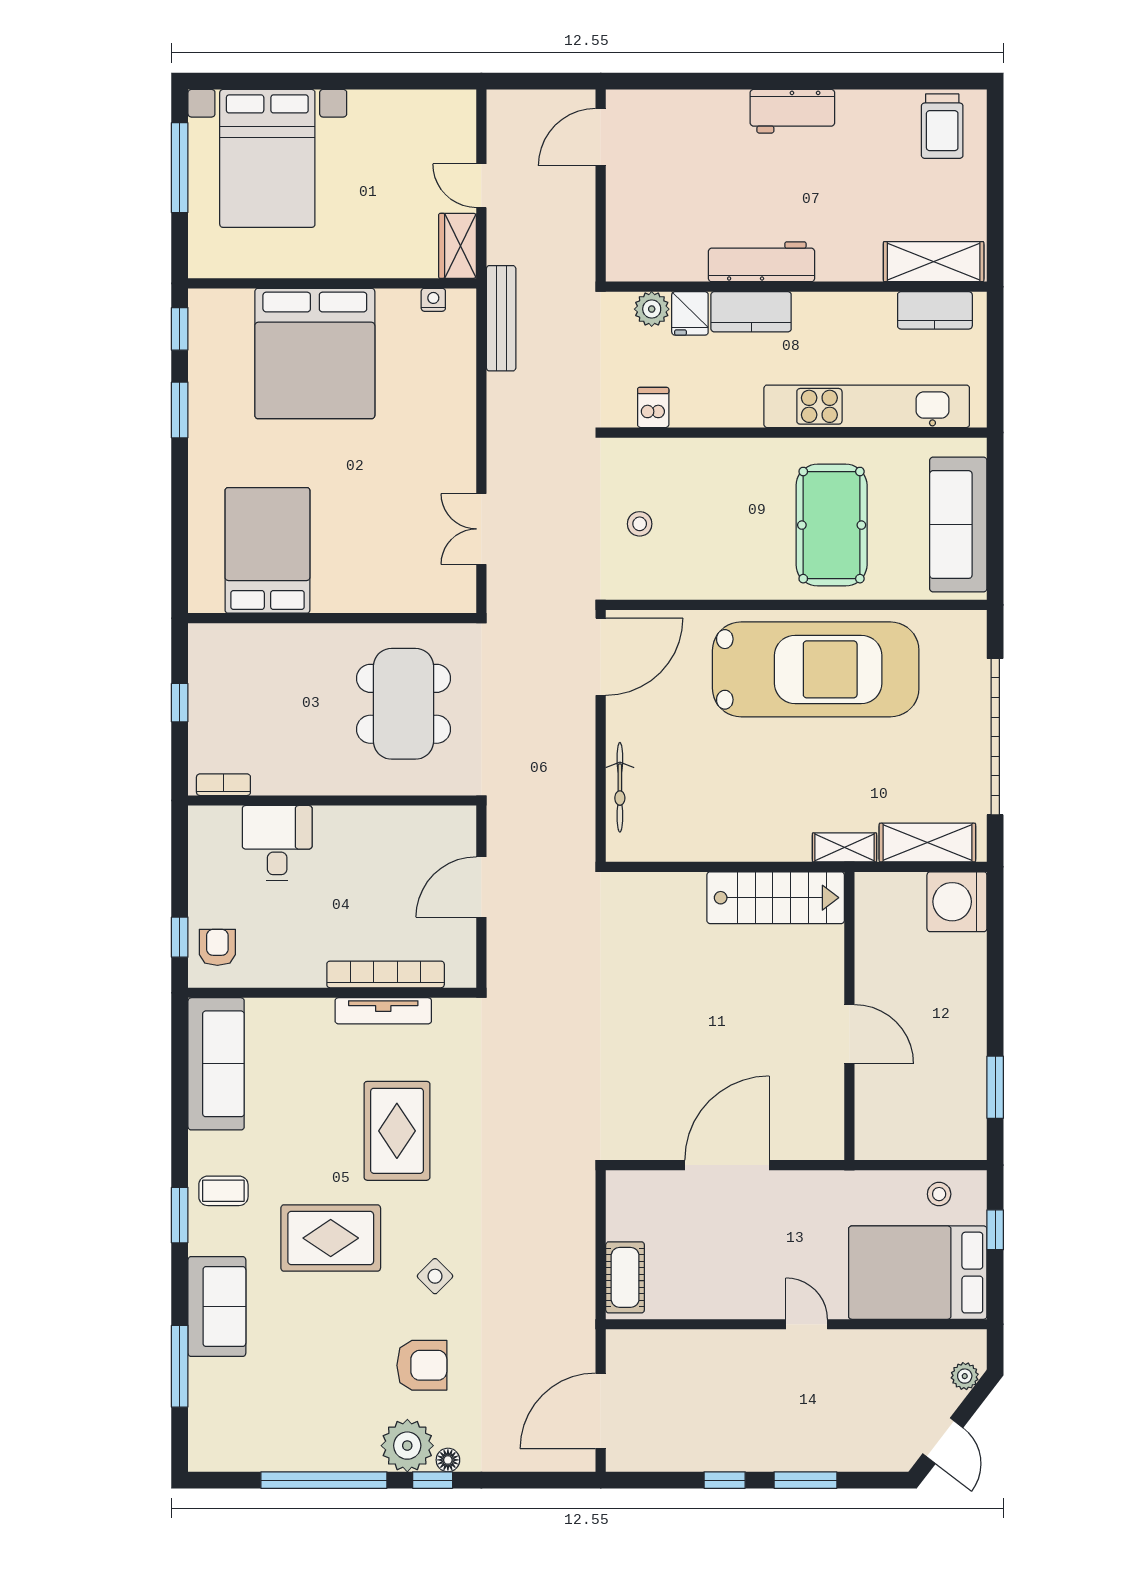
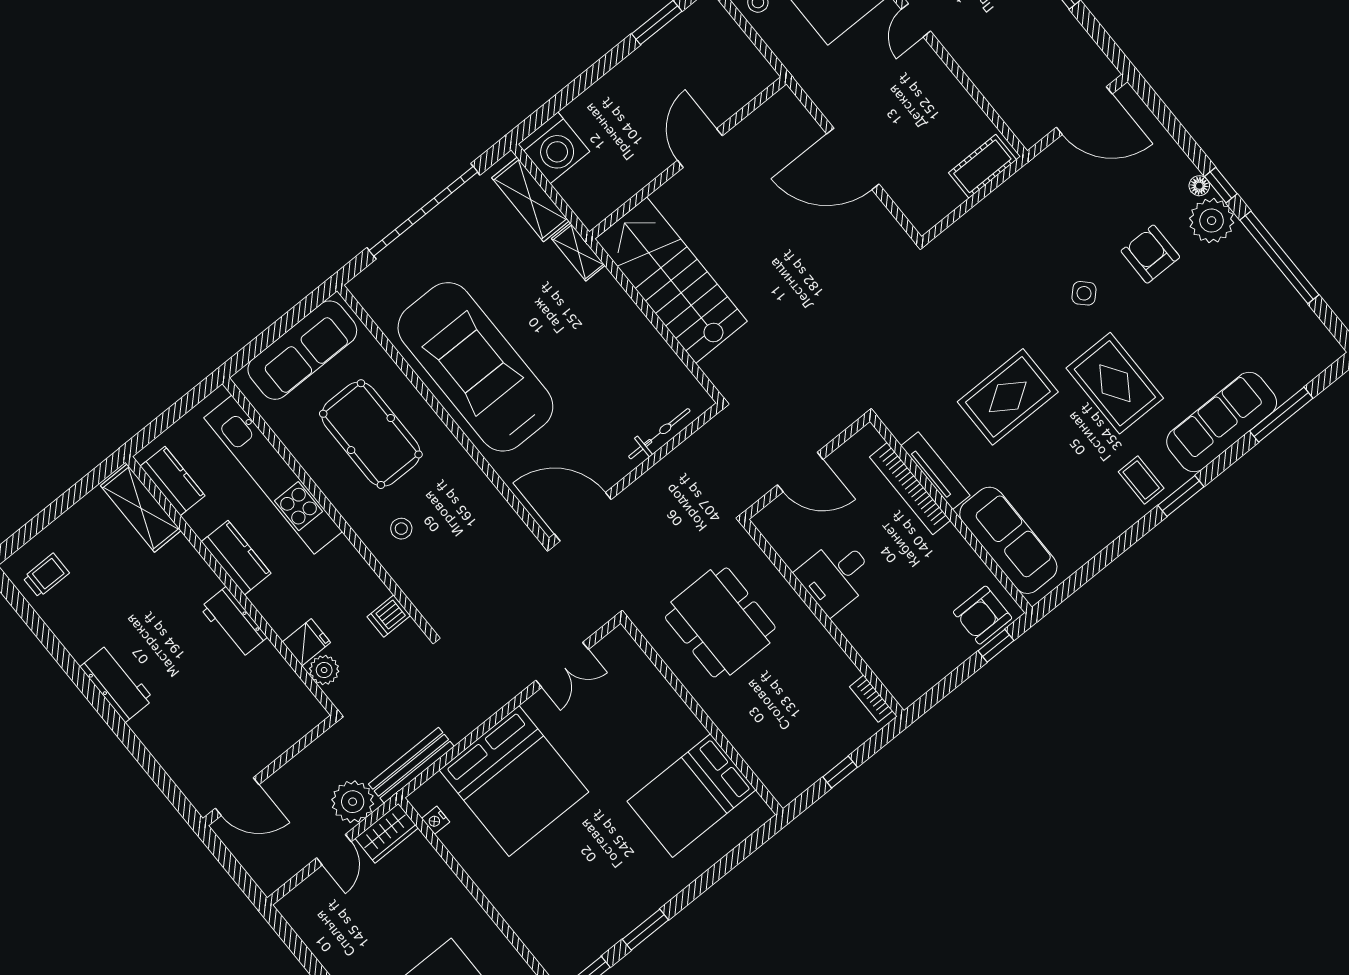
trolley: (942, 126) -> (46, 575), width x0.73, depth x0.72
plant: (511, 238) -> (353, 802), added
workbench: (761, 262) -> (234, 622), width x0.73
kitchen counter: (751, 312) -> (236, 558), moved
bed: (315, 354) -> (514, 781), moved, turned 90
stool: (640, 524) -> (401, 529), moved
pool table: (832, 525) -> (371, 434), turned 90
dining table: (404, 704) -> (720, 622), turned 90
desk: (277, 843) -> (836, 576), moved
stairs: (776, 898) -> (671, 280), width x1.36, depth x1.51
armchair: (217, 947) -> (983, 615), width x1.38, depth x1.38
sofa: (216, 1064) -> (1008, 540), moved, turned 90
sofa: (217, 1307) -> (1222, 422), width x1.36

